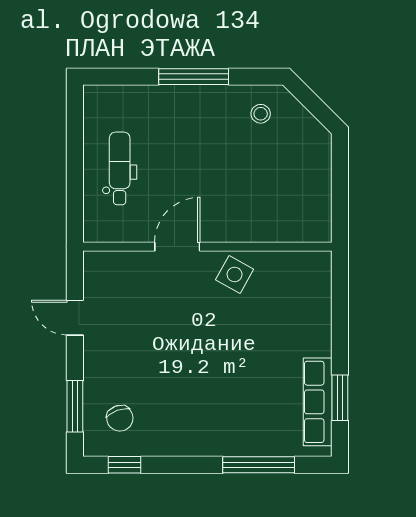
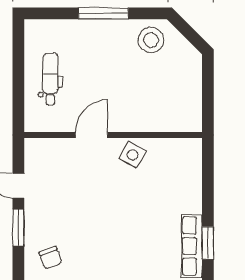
stool: (261, 114) -> (151, 40), width x1.89, depth x1.89
window: (75, 406) -> (18, 228), moved

